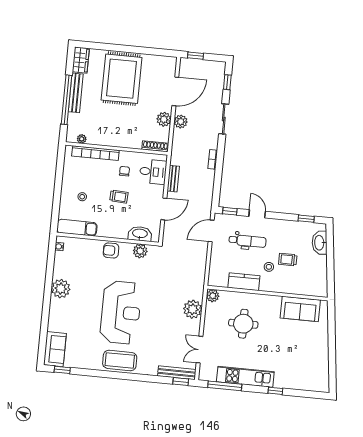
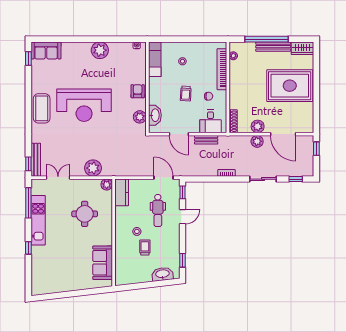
kitchen counter: (244, 282) -> (122, 192), moved

